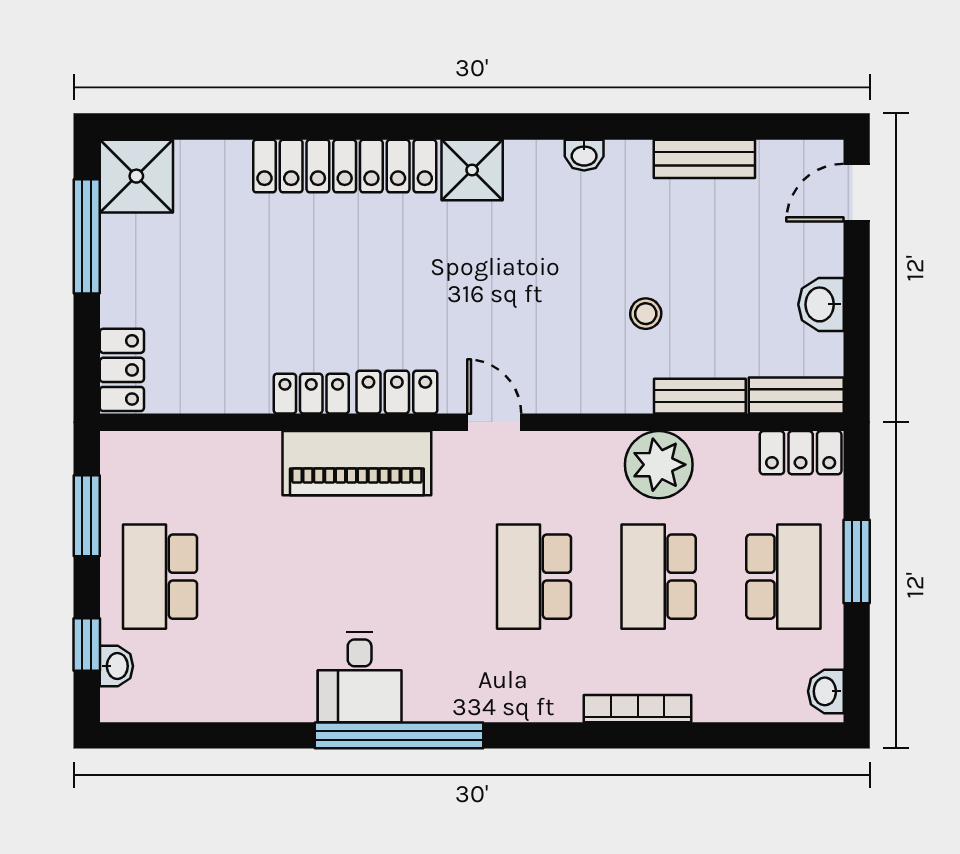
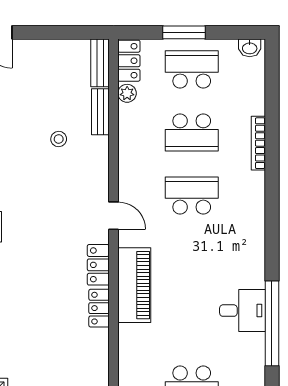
washbasin: (821, 304) -> (54, 50), removed
door: (494, 422) -> (114, 216), swing flipped
plant: (659, 465) -> (127, 93), moved, width x0.53, depth x0.53
school desk: (534, 577) -> (192, 195), turned 180
desk: (360, 677) -> (243, 311), moved
window: (399, 735) -> (272, 323), moved

